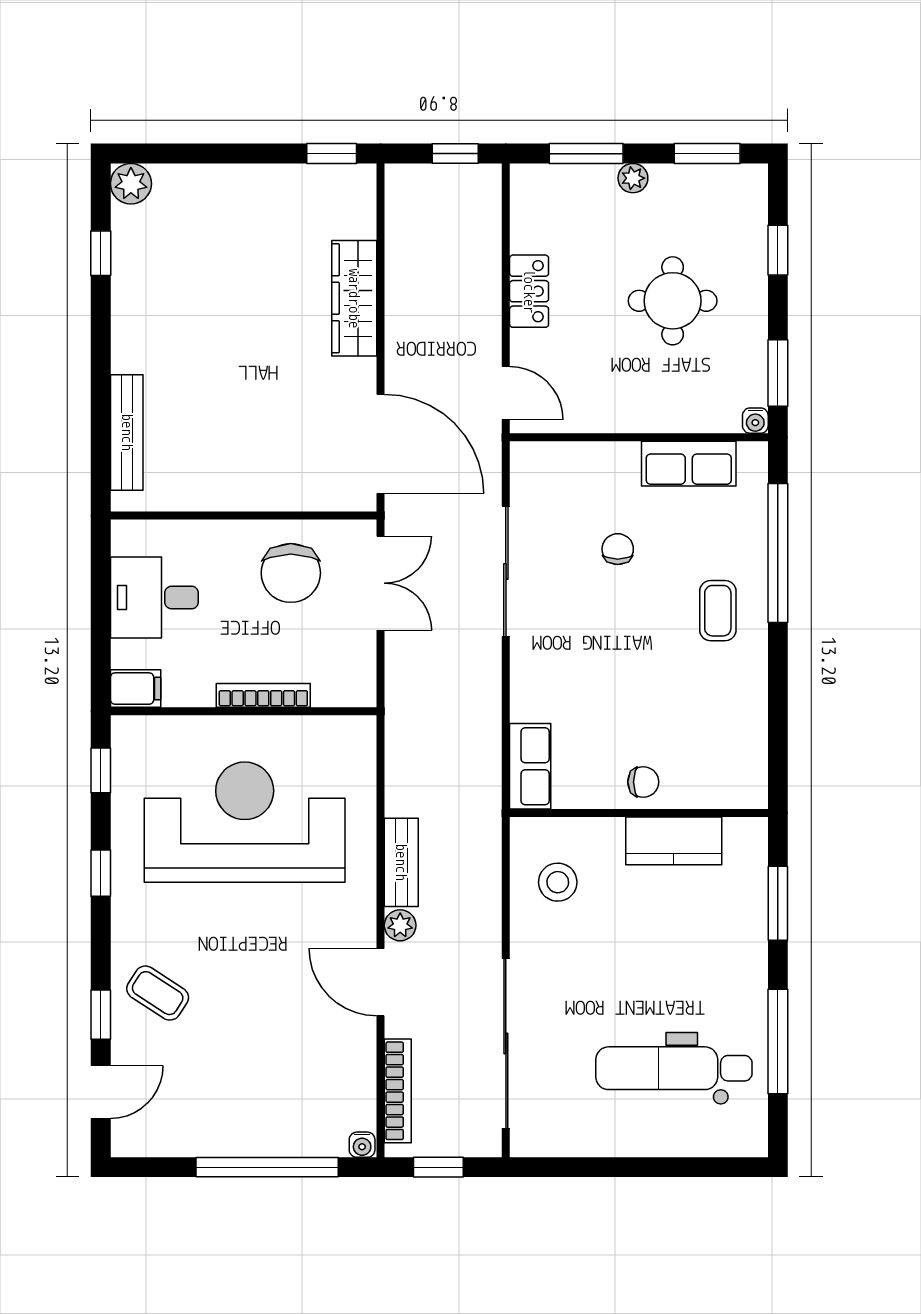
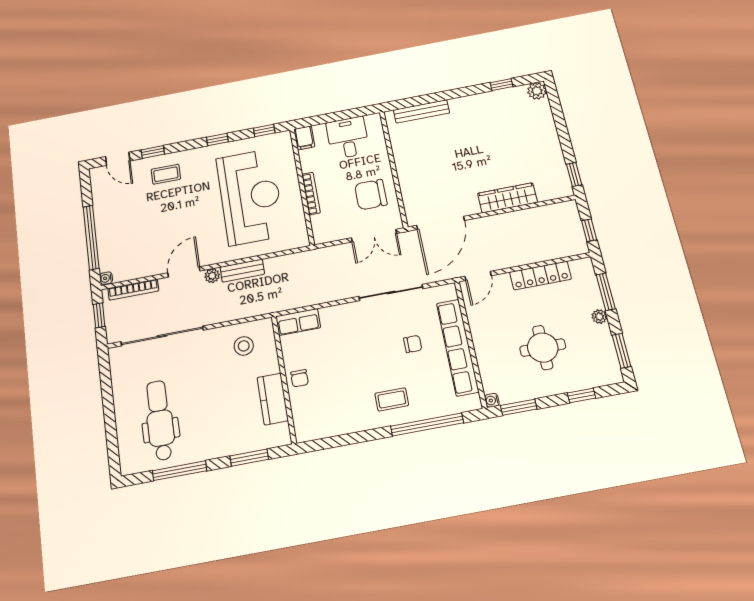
locker: (529, 291) -> (540, 276), width x1.53
row of seats: (689, 464) -> (458, 347), width x2.02
coffee table: (158, 993) -> (166, 174), turned 57

